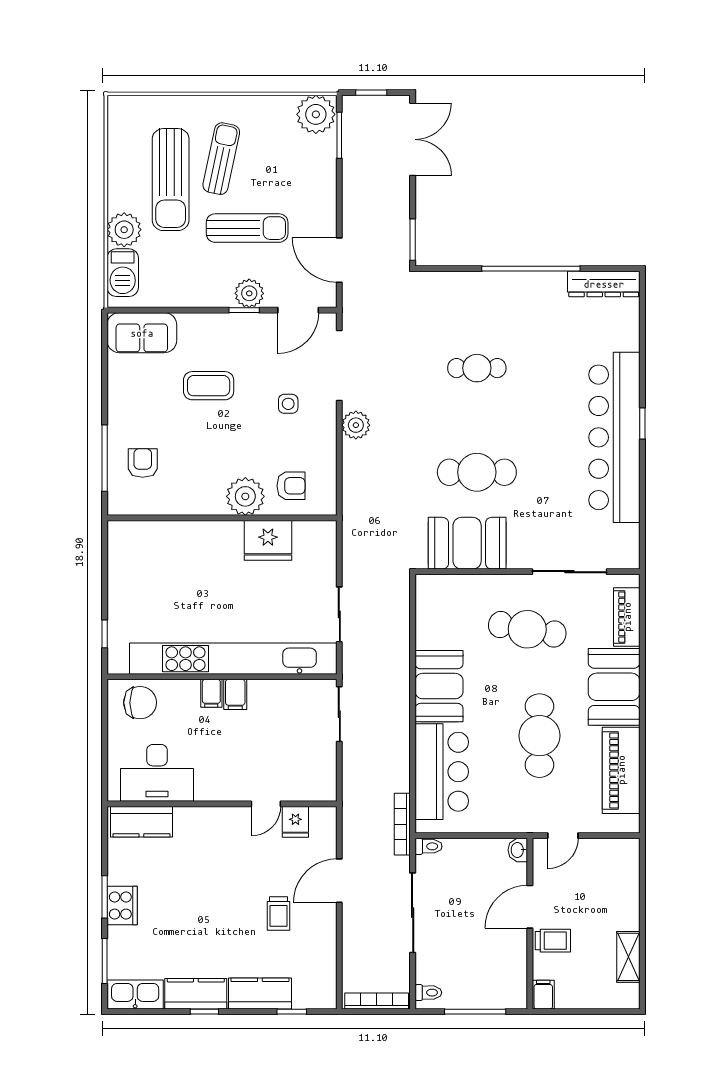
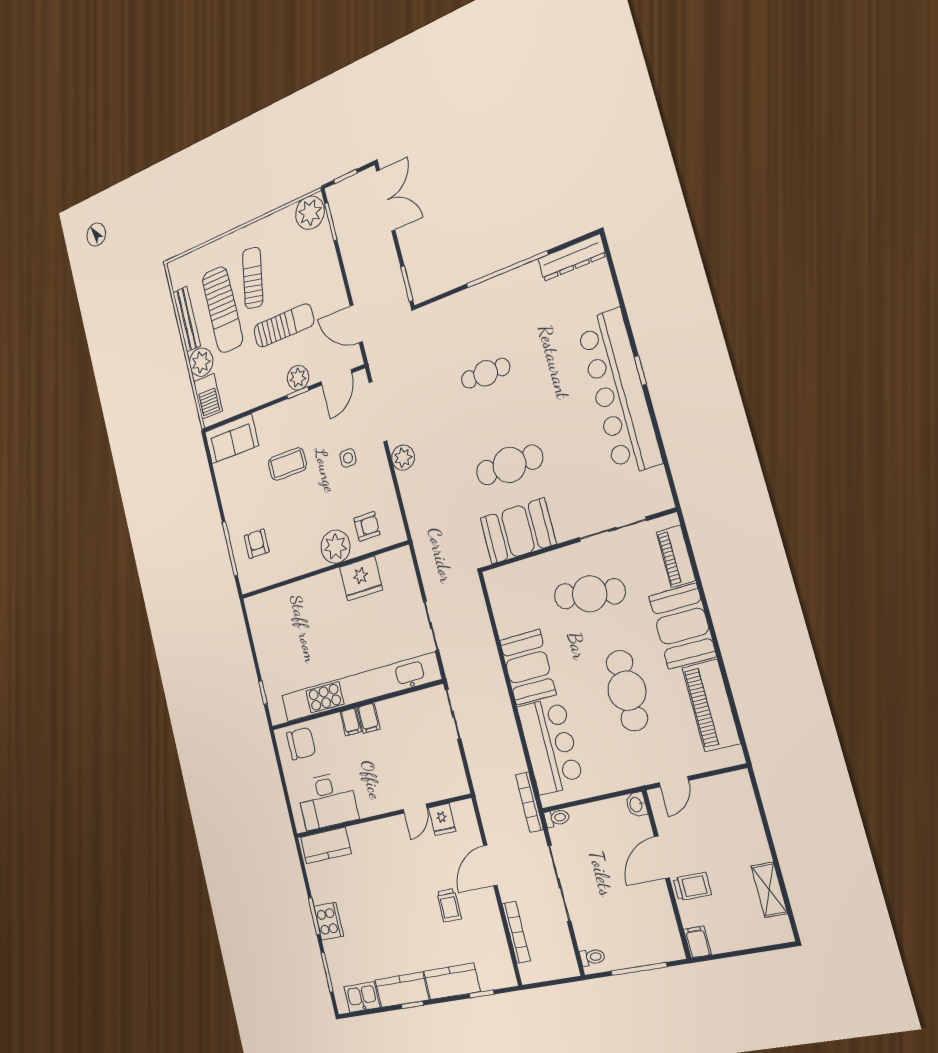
bench: (118, 172) -> (187, 319), added
kitchen sink: (135, 994) -> (362, 997), width x0.73
bookcase: (377, 1001) -> (516, 932), moved, turned 90

